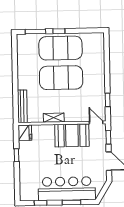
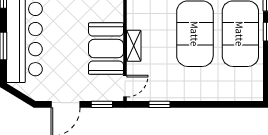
shelving: (54, 118) -> (134, 46), moved

